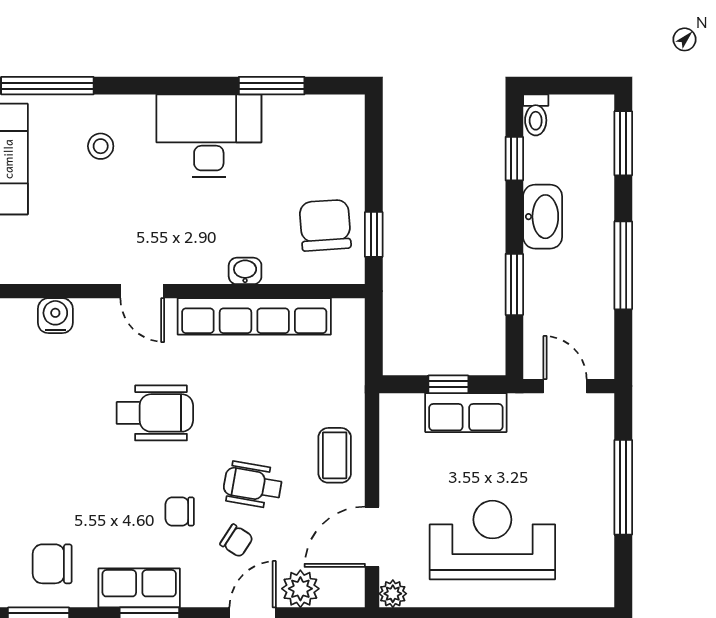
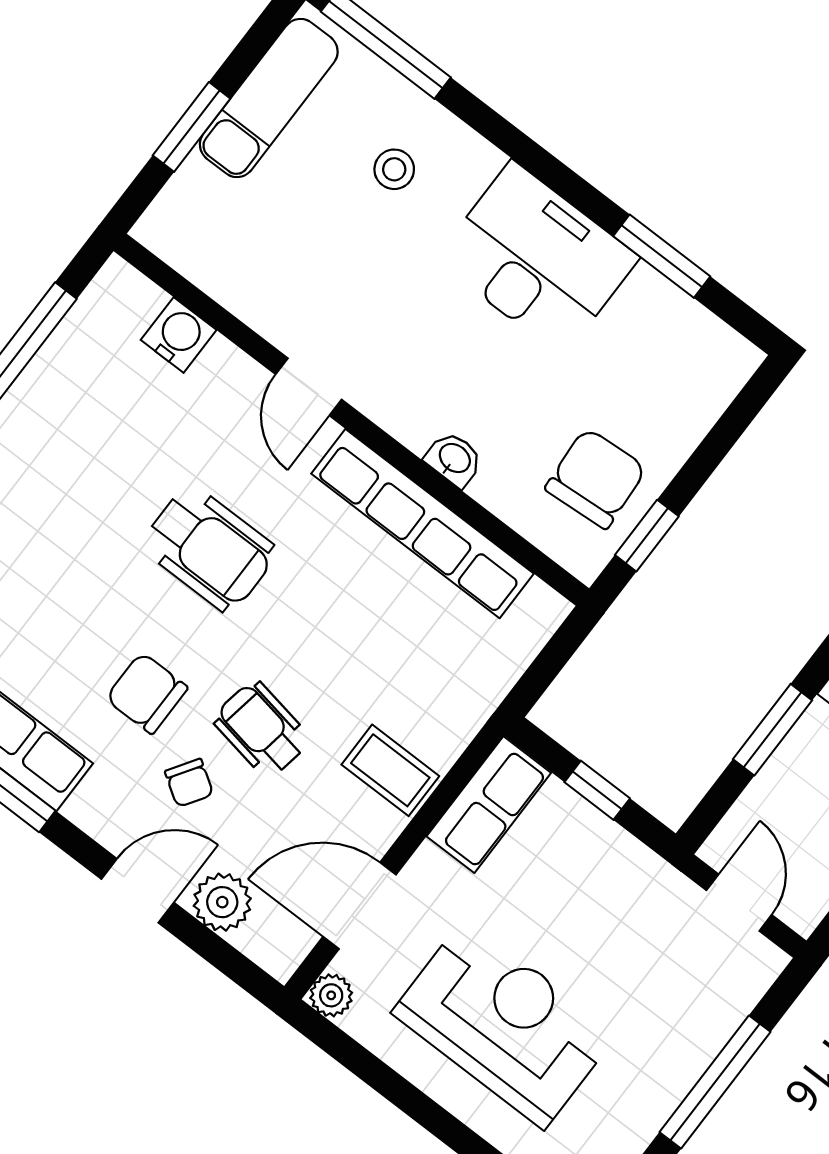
row of seats: (466, 413) -> (489, 805), moved, turned -90
coffee table: (335, 455) -> (390, 770), turned 90
chair: (180, 511) -> (147, 693), width x1.37, depth x1.37

